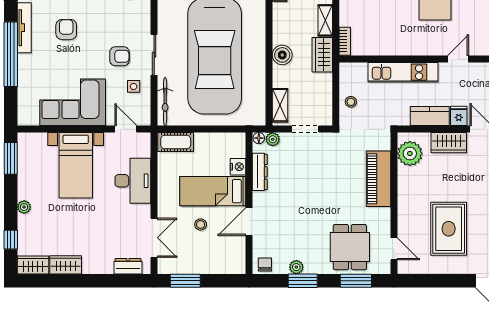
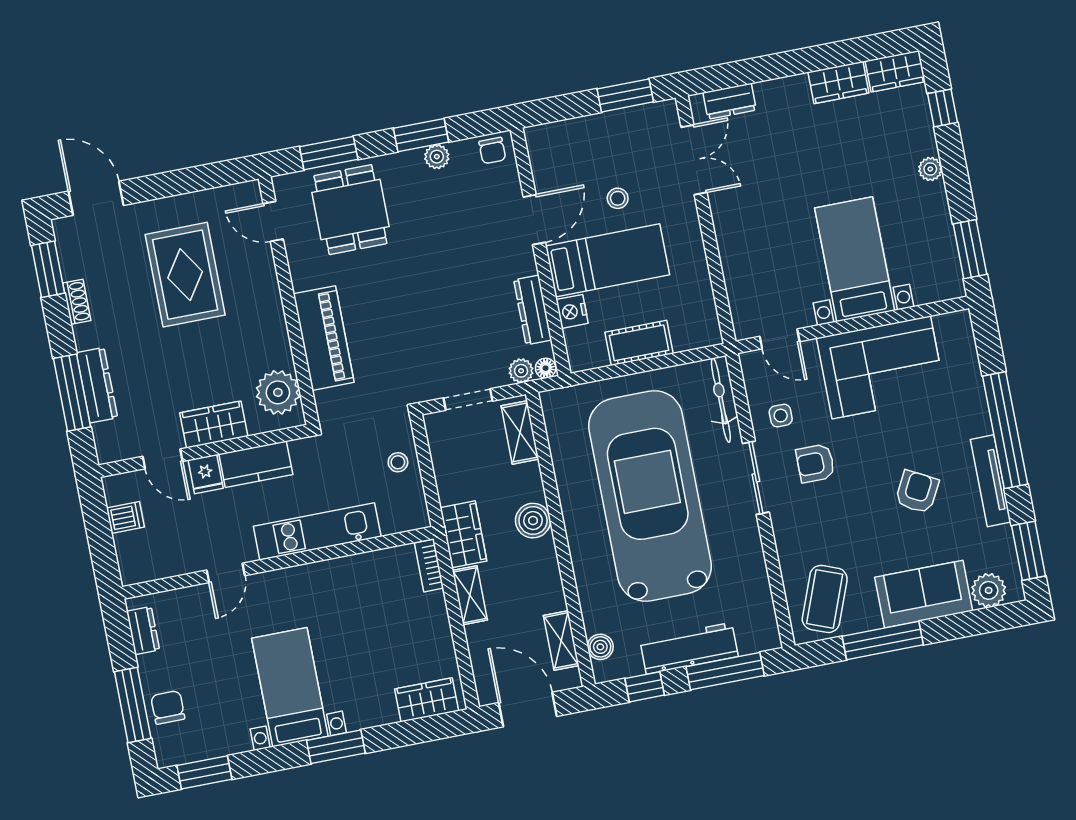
armchair: (66, 30) -> (917, 492), turned -152
cot: (176, 142) -> (639, 343), moved
desk: (133, 181) -> (750, 251), removed
double door: (154, 238) -> (694, 160), swing flipped

